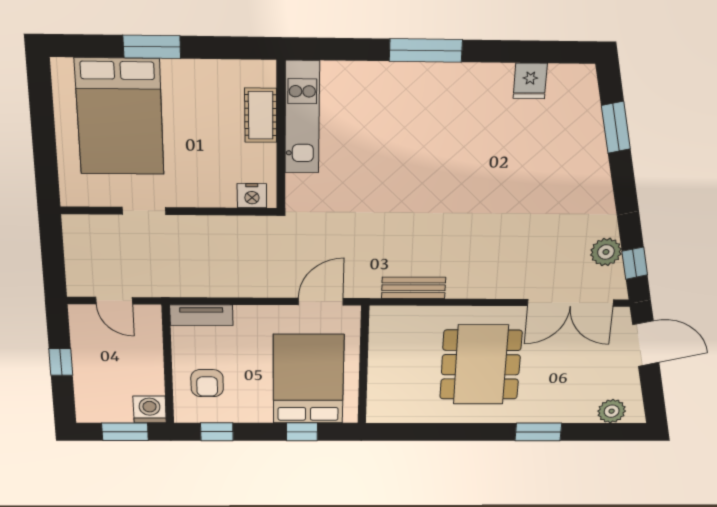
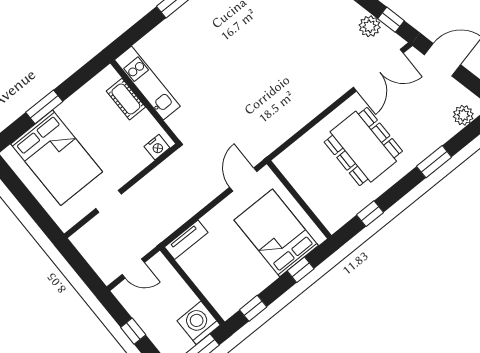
bench: (414, 288) -> (286, 131), removed
armchair: (207, 383) -> (223, 280), removed
washing machine: (150, 409) -> (199, 323), width x1.37, depth x1.37
window: (425, 432) -> (370, 214), added

